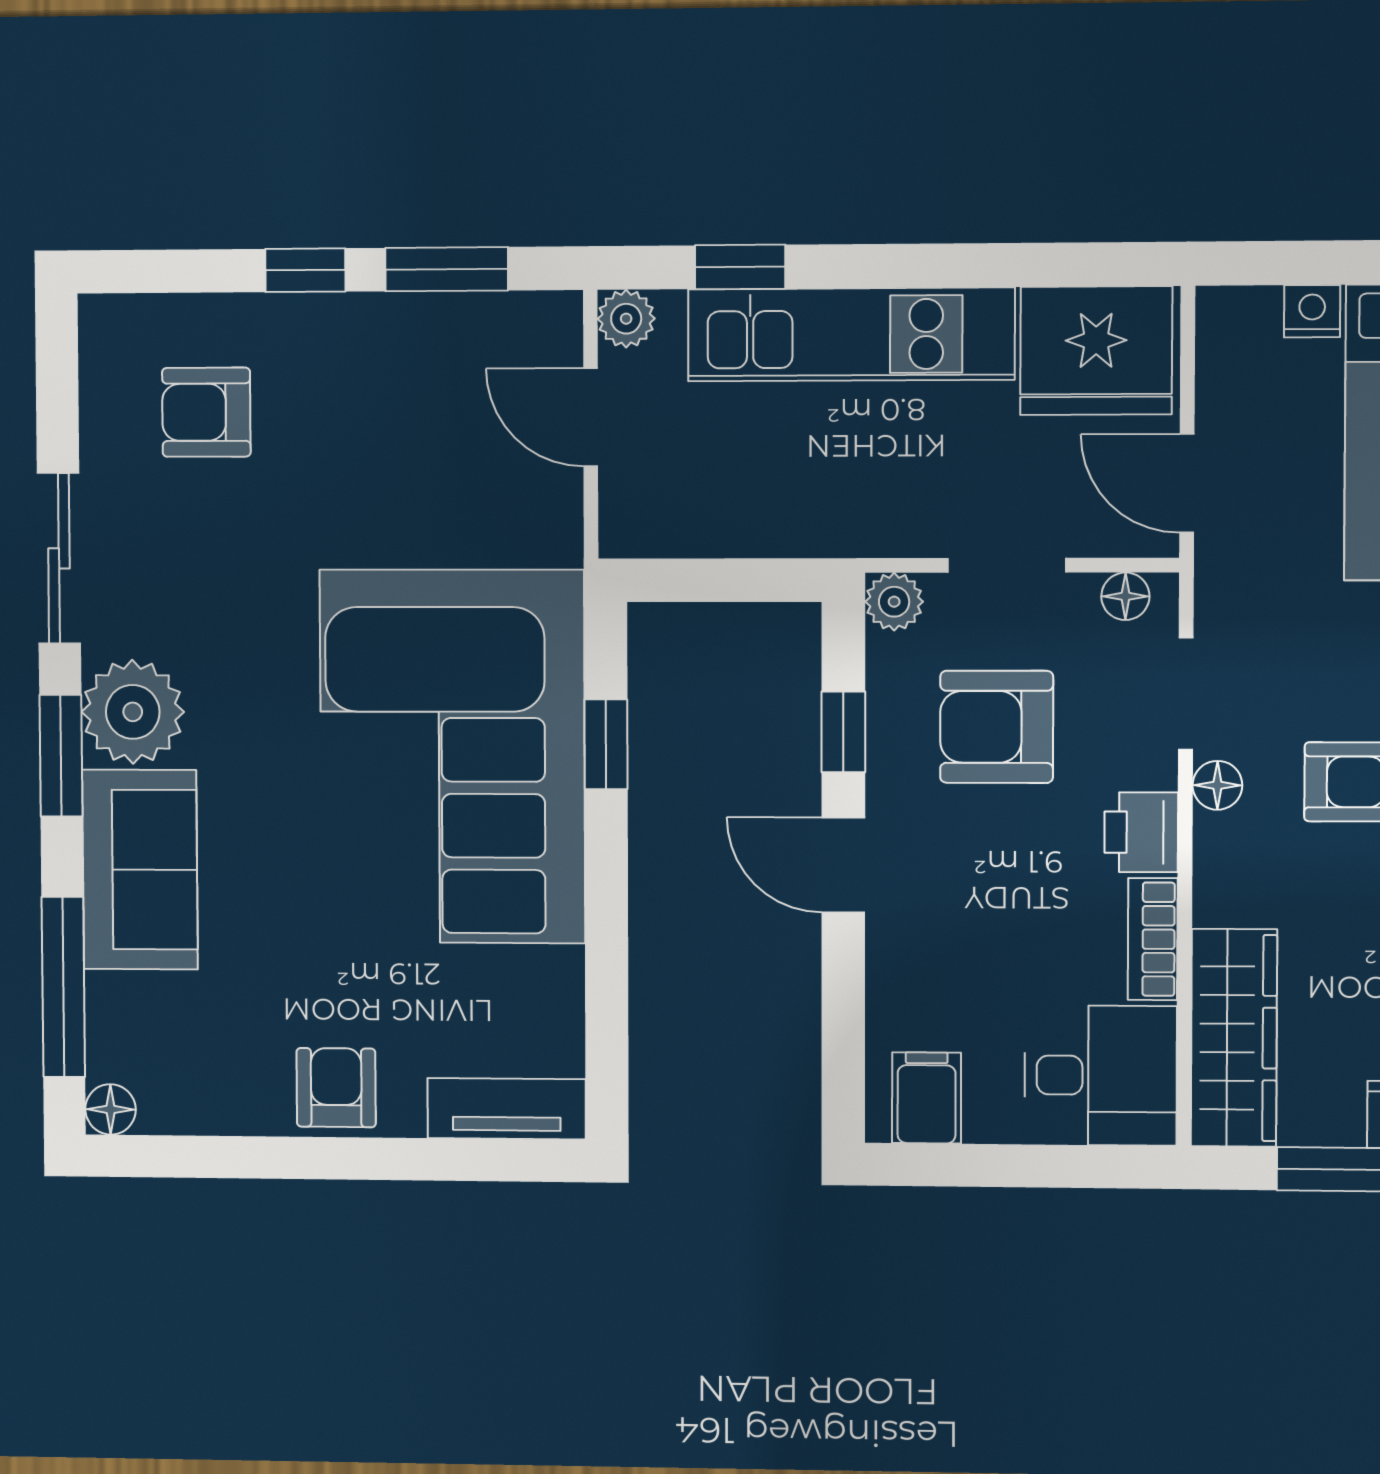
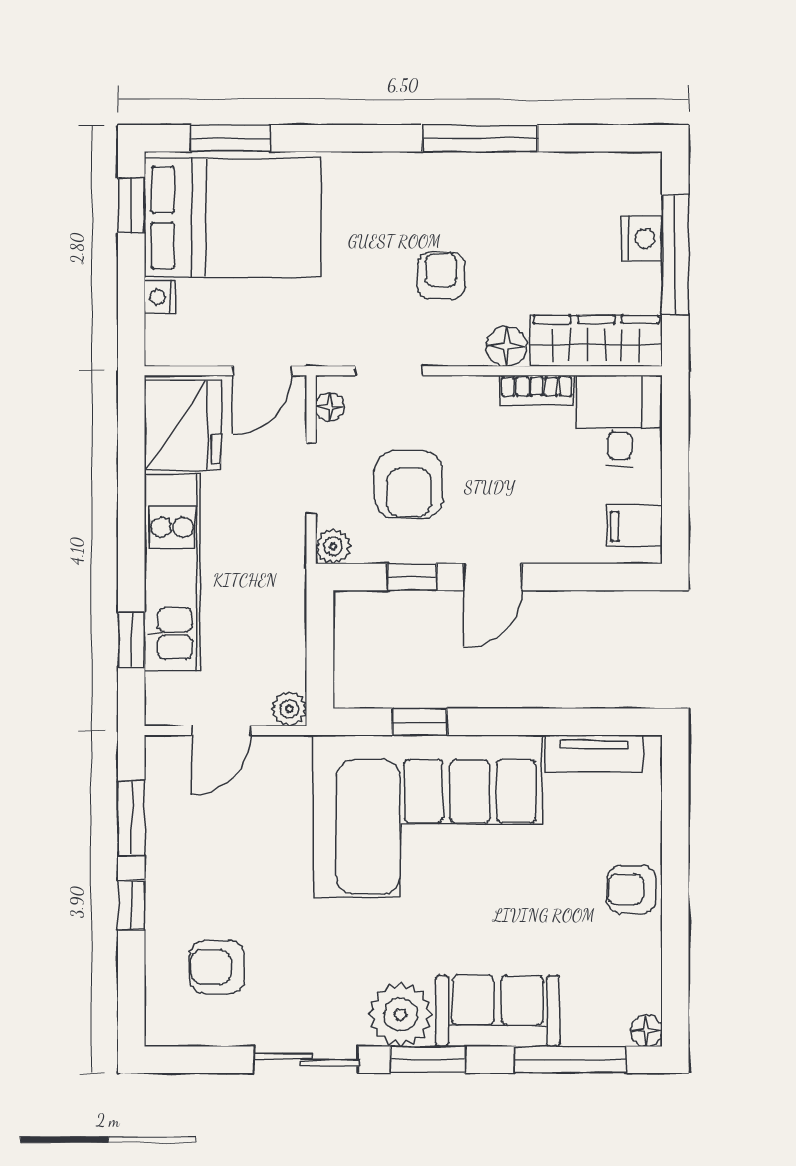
plant: (626, 319) -> (289, 709), moved
armchair: (206, 412) -> (217, 967), turned 90
floor lamp: (1217, 785) -> (506, 346), moved, width x1.37, depth x1.37
printer: (1141, 832) -> (472, 397), removed
tv unit: (507, 1109) -> (594, 754), moved, turned -90

